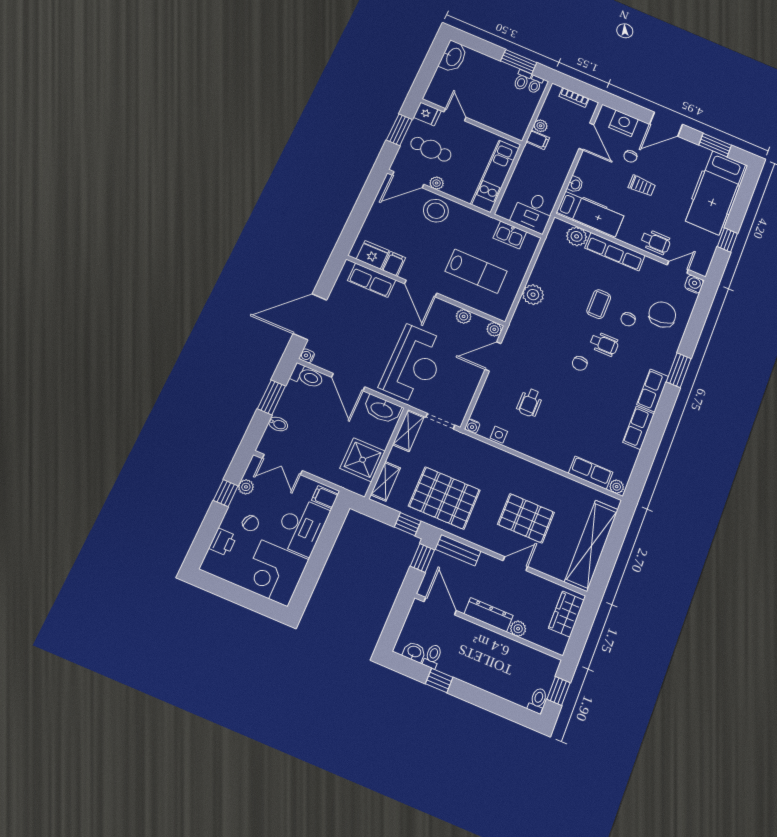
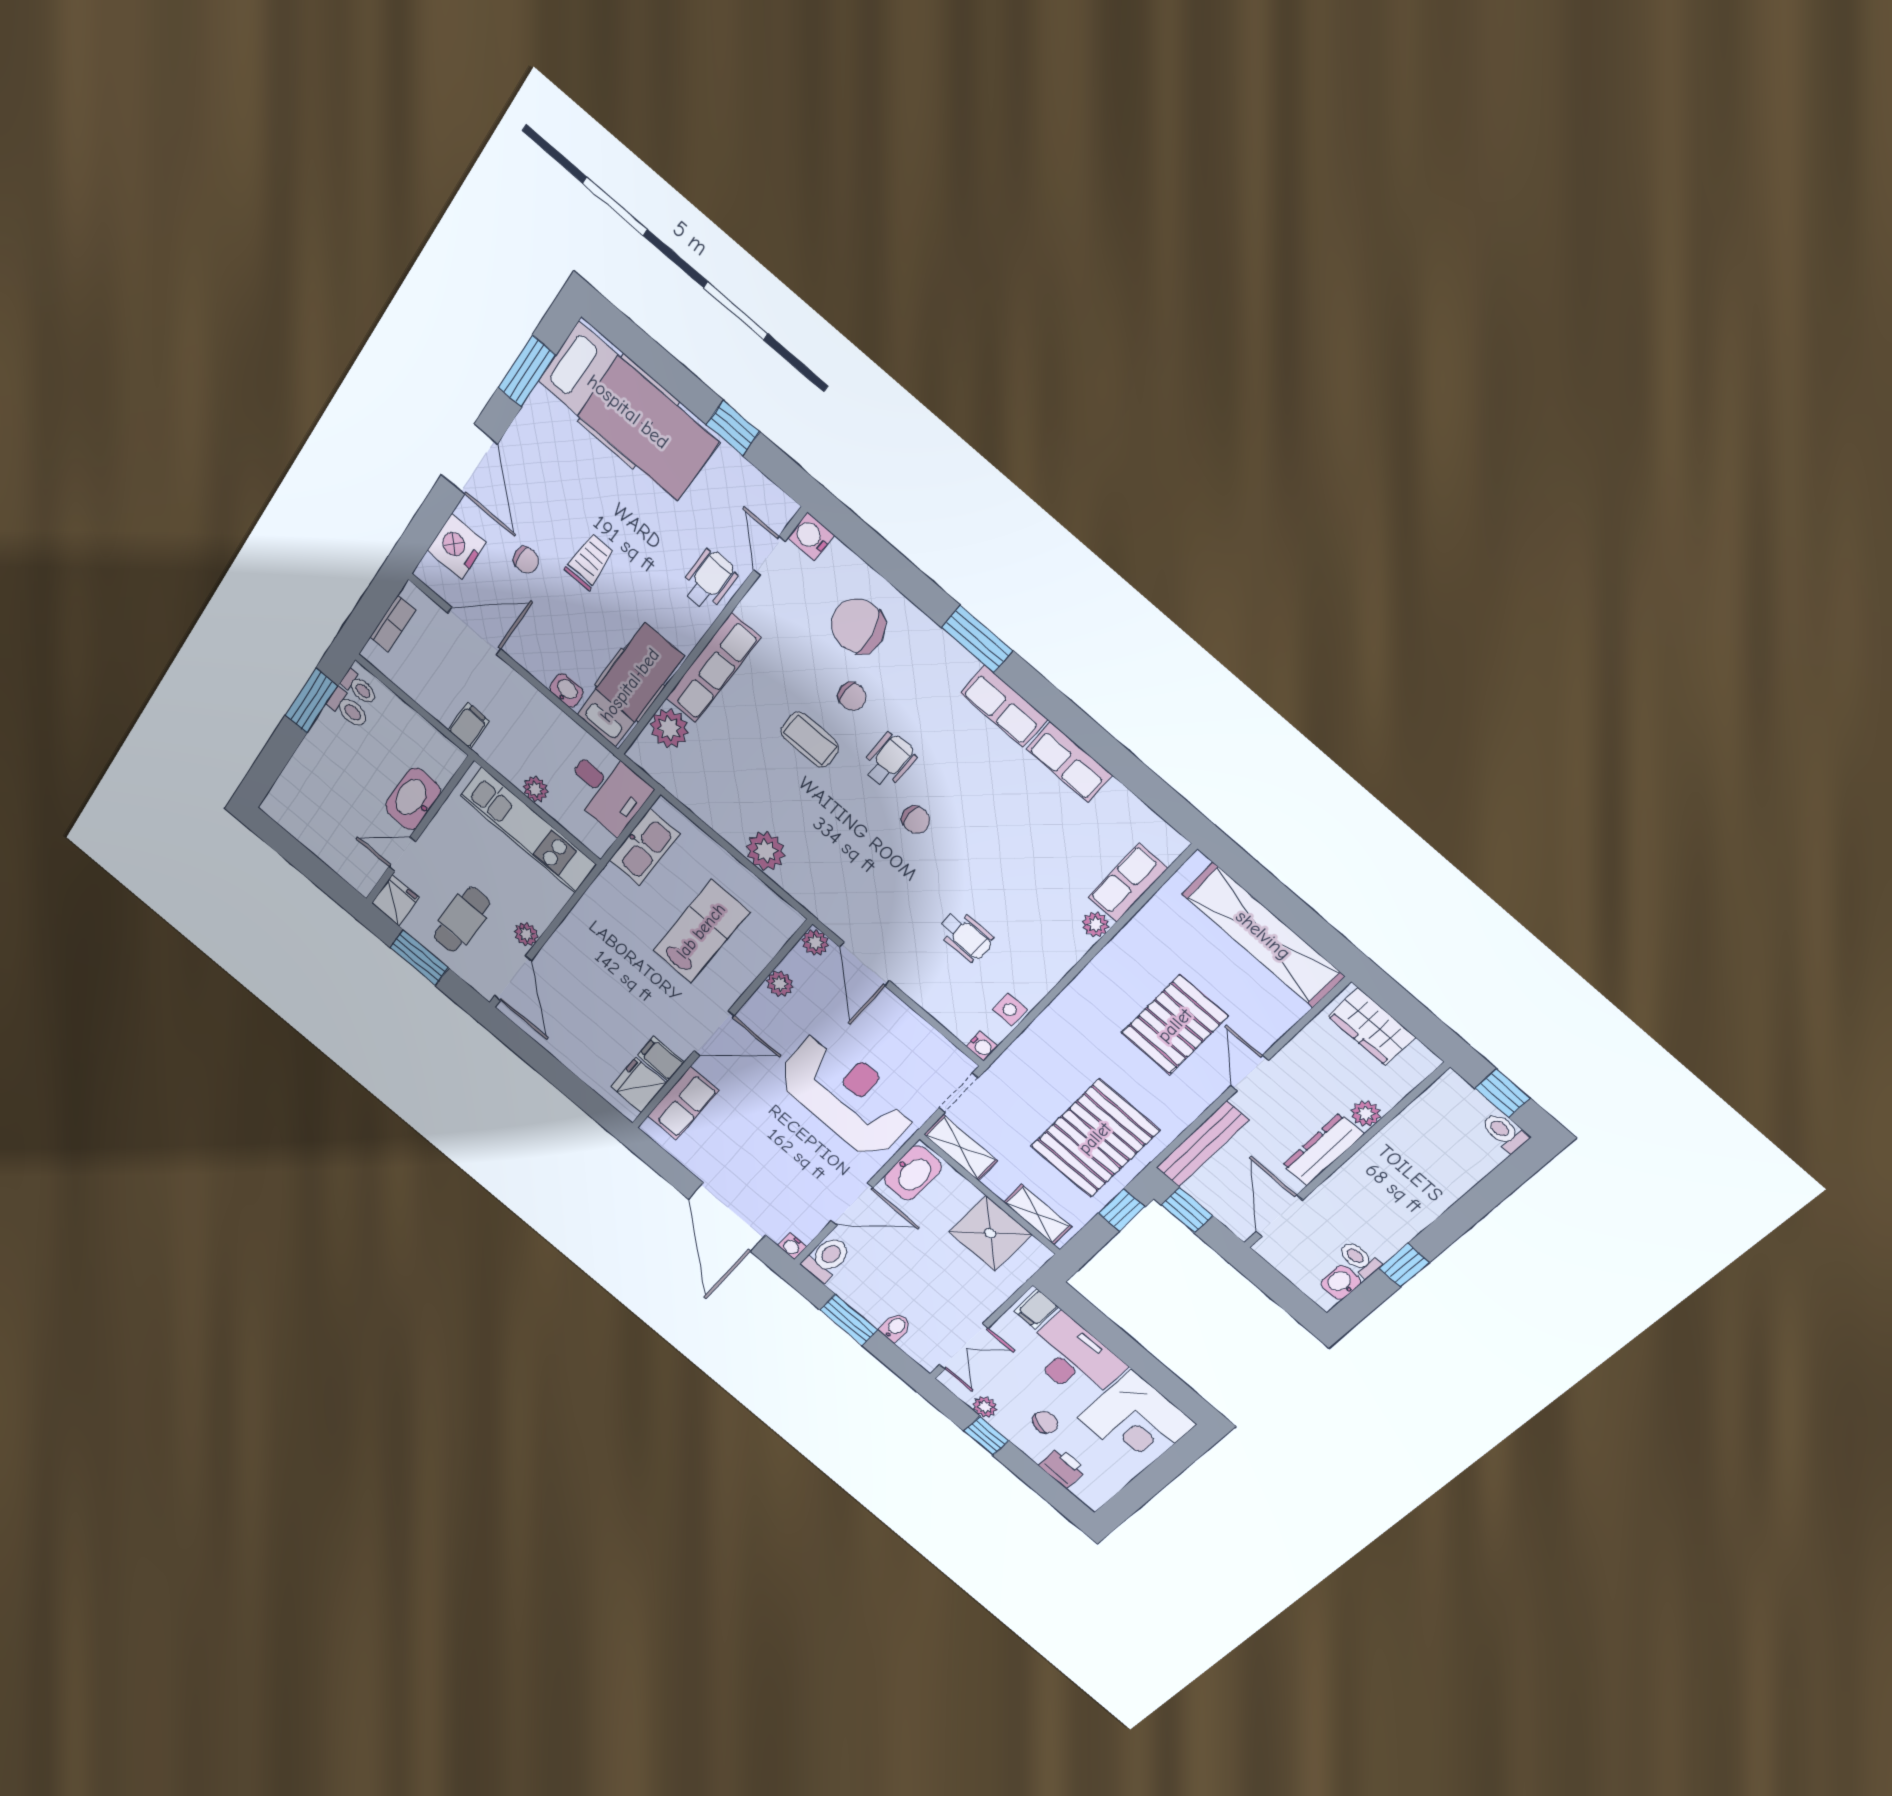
washbasin: (453, 57) -> (413, 799), moved, turned -90
plant: (541, 126) -> (535, 789), moved
stool: (436, 211) -> (577, 955), removed
kitchen sink: (510, 235) -> (644, 847), width x1.38
plant: (617, 487) -> (1095, 924), moved
bench: (458, 550) -> (1202, 1144), width x1.36
door: (440, 606) -> (1279, 1216), hinge flipped

